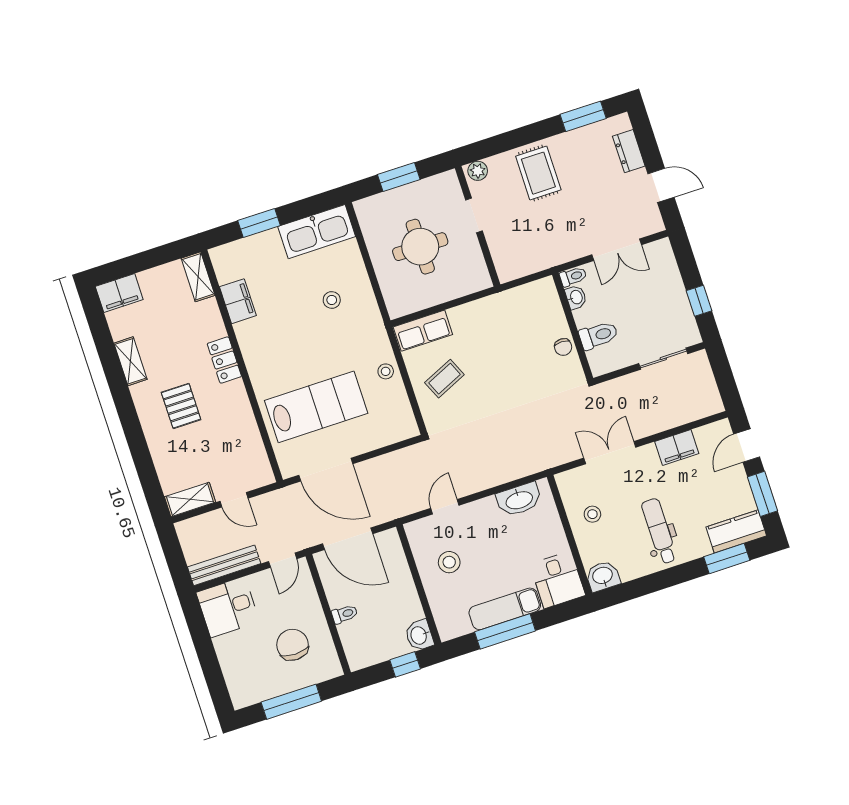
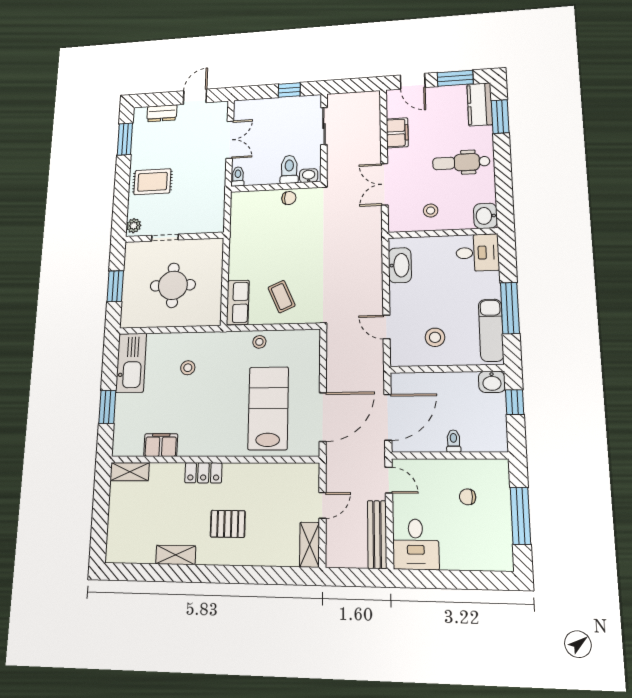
filing cabinet: (119, 293) -> (118, 544), removed
washbasin: (576, 297) -> (309, 176), moved
exam couch: (505, 609) -> (491, 330), moved
chair: (292, 645) -> (468, 497), width x0.54, depth x0.54

